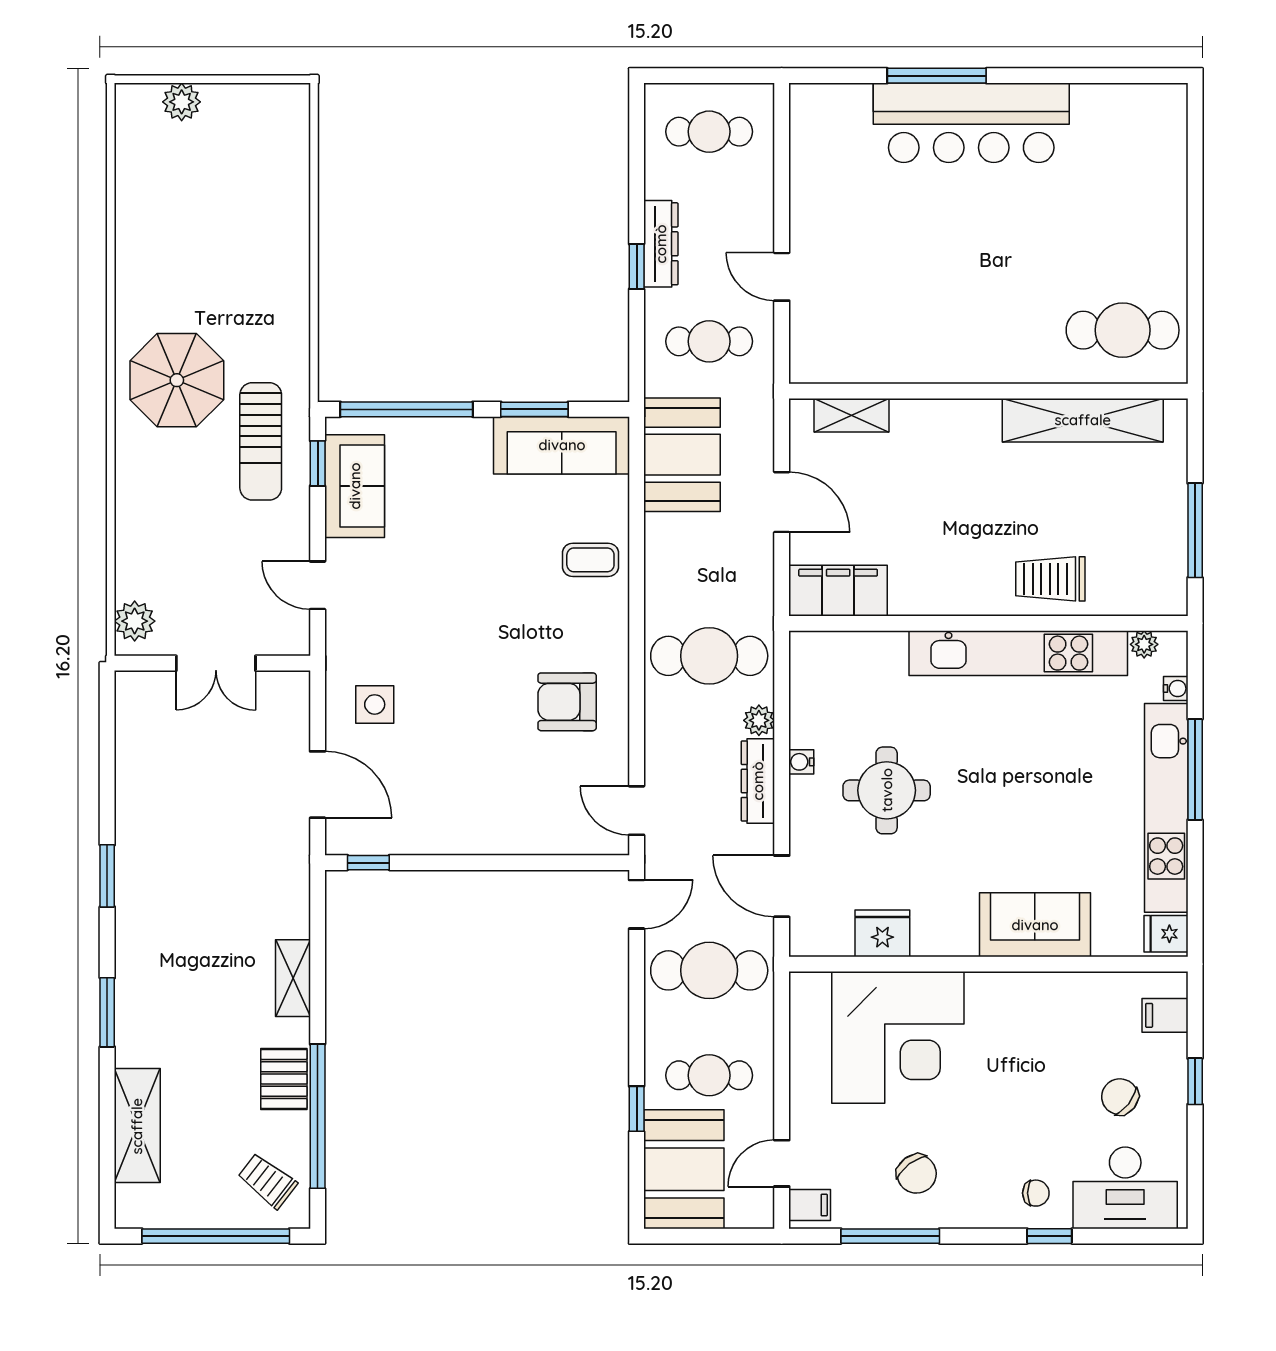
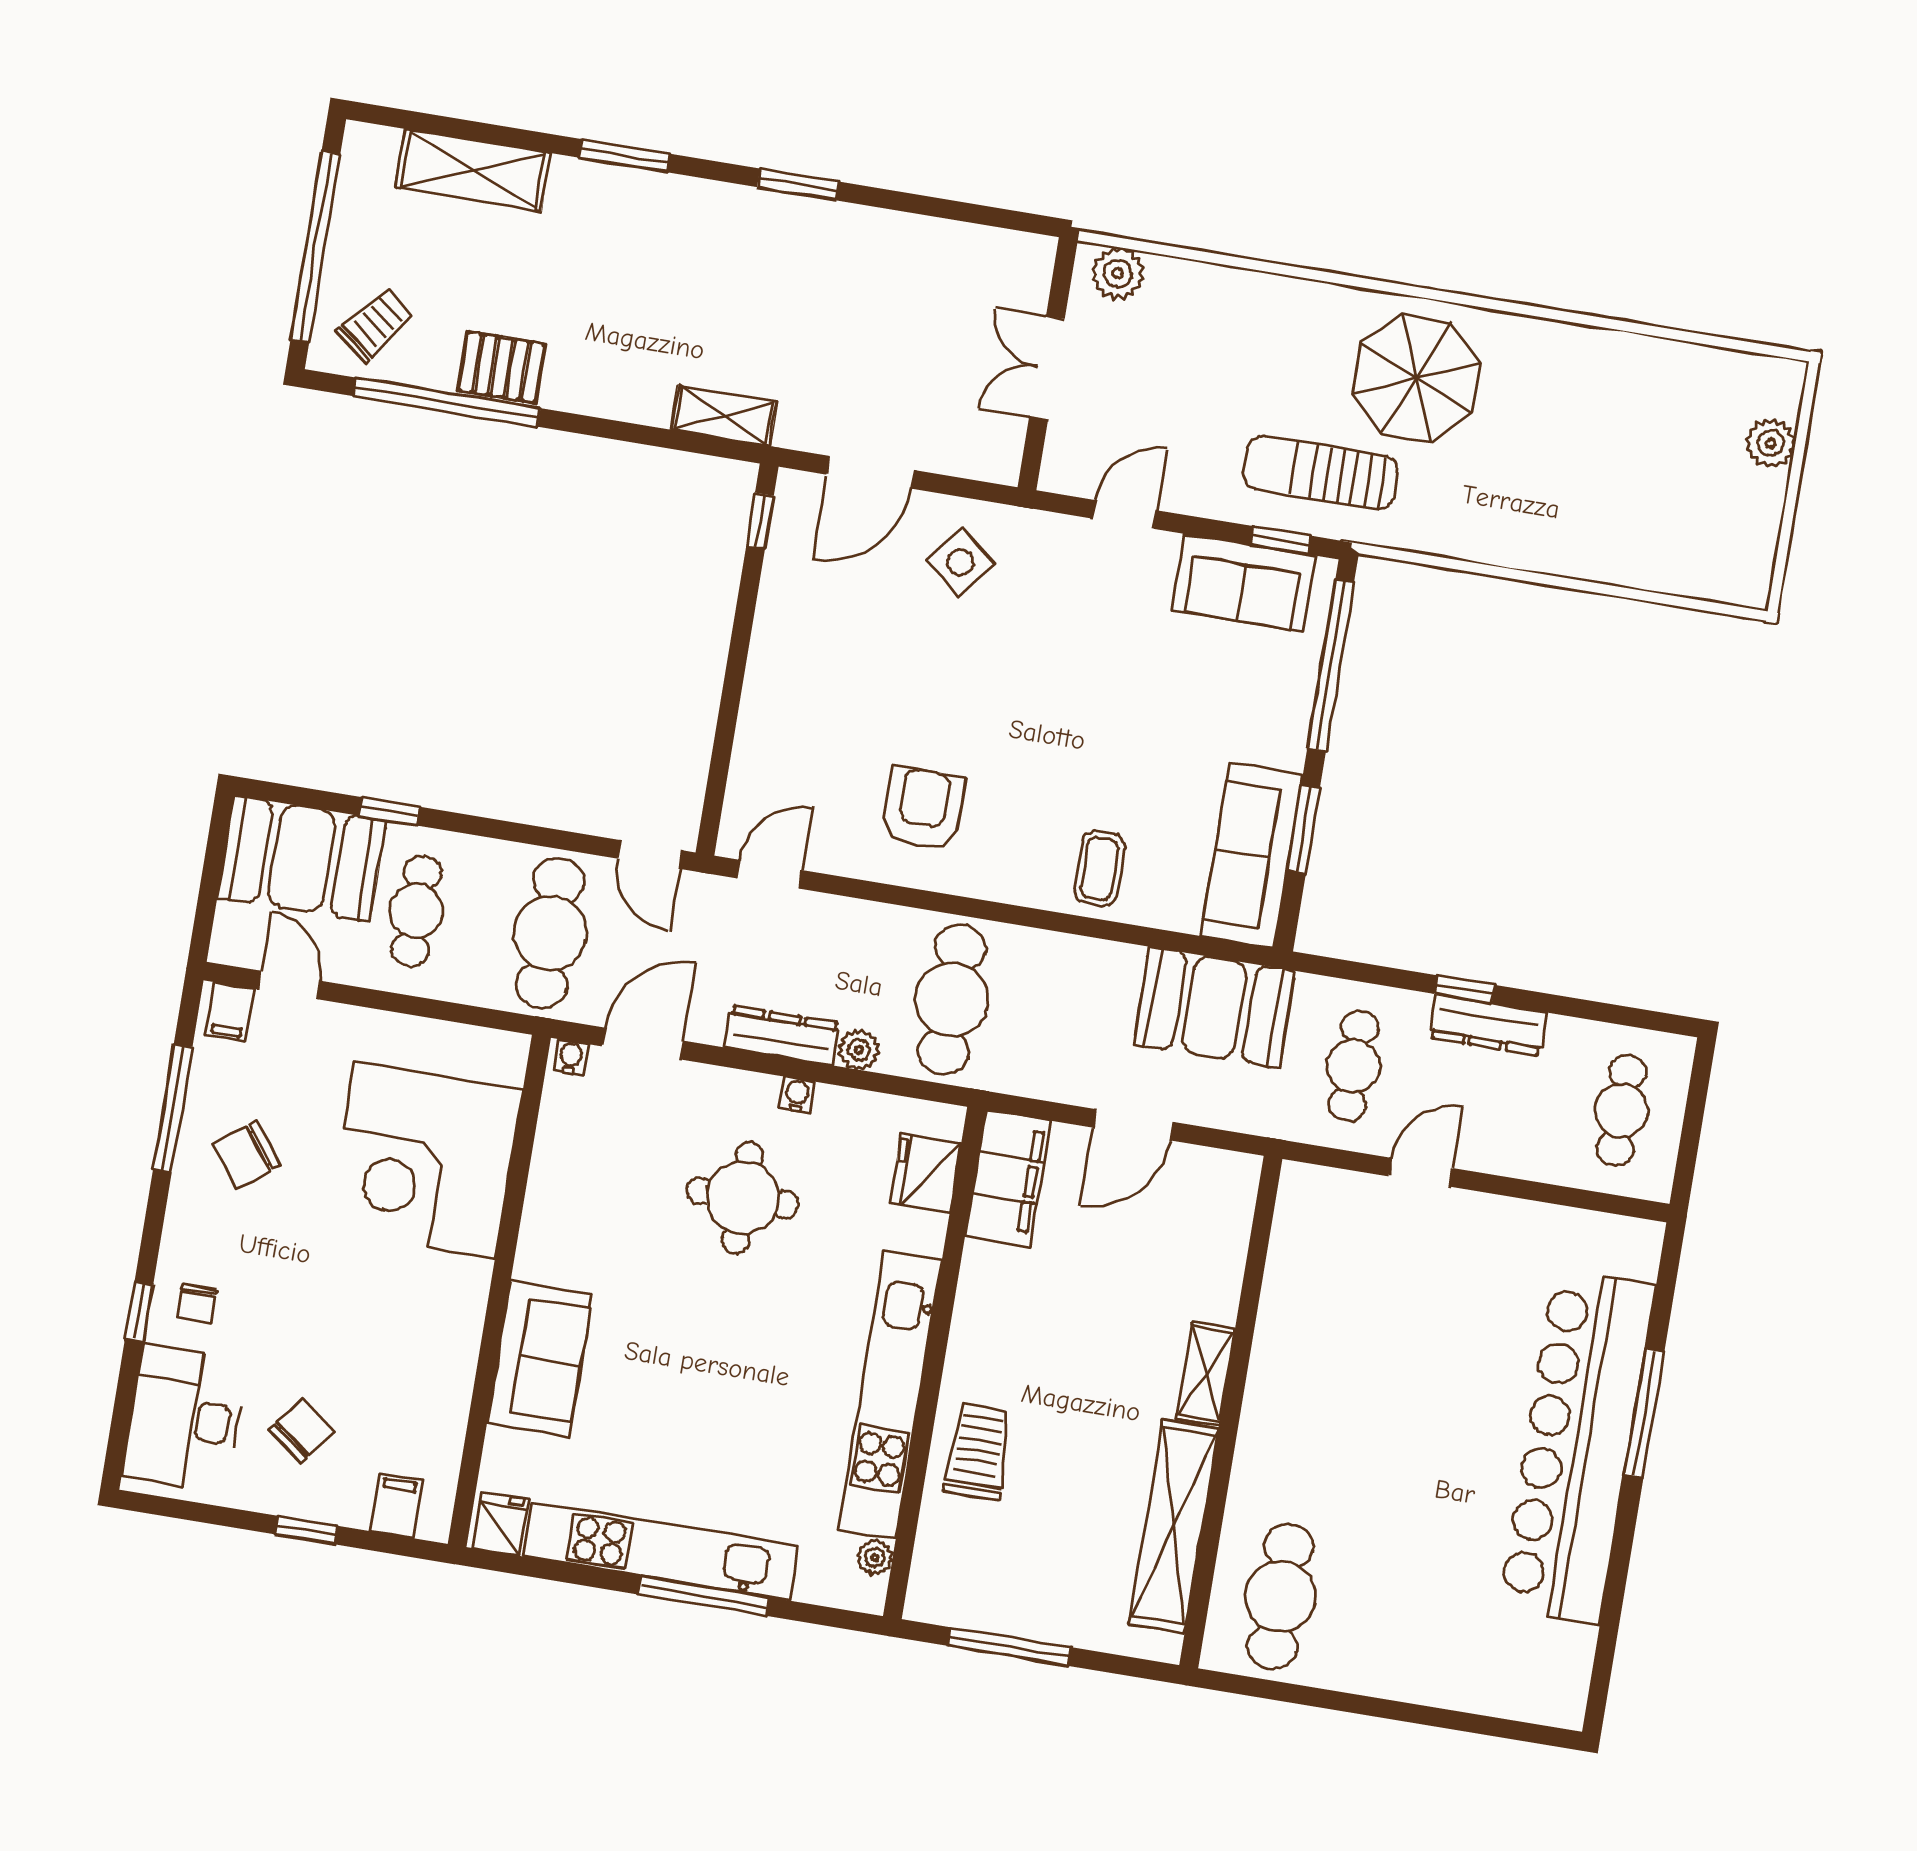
bar counter: (971, 123) -> (1577, 1447), width x1.36
shelving: (851, 415) -> (1206, 1373), moved
water cooler: (1176, 688) -> (571, 1057), moved, turned 180
side table: (375, 704) -> (961, 562), turned 38
fridge: (882, 933) -> (926, 1173), moved, turned 180
shelving: (293, 978) -> (724, 416), moved

